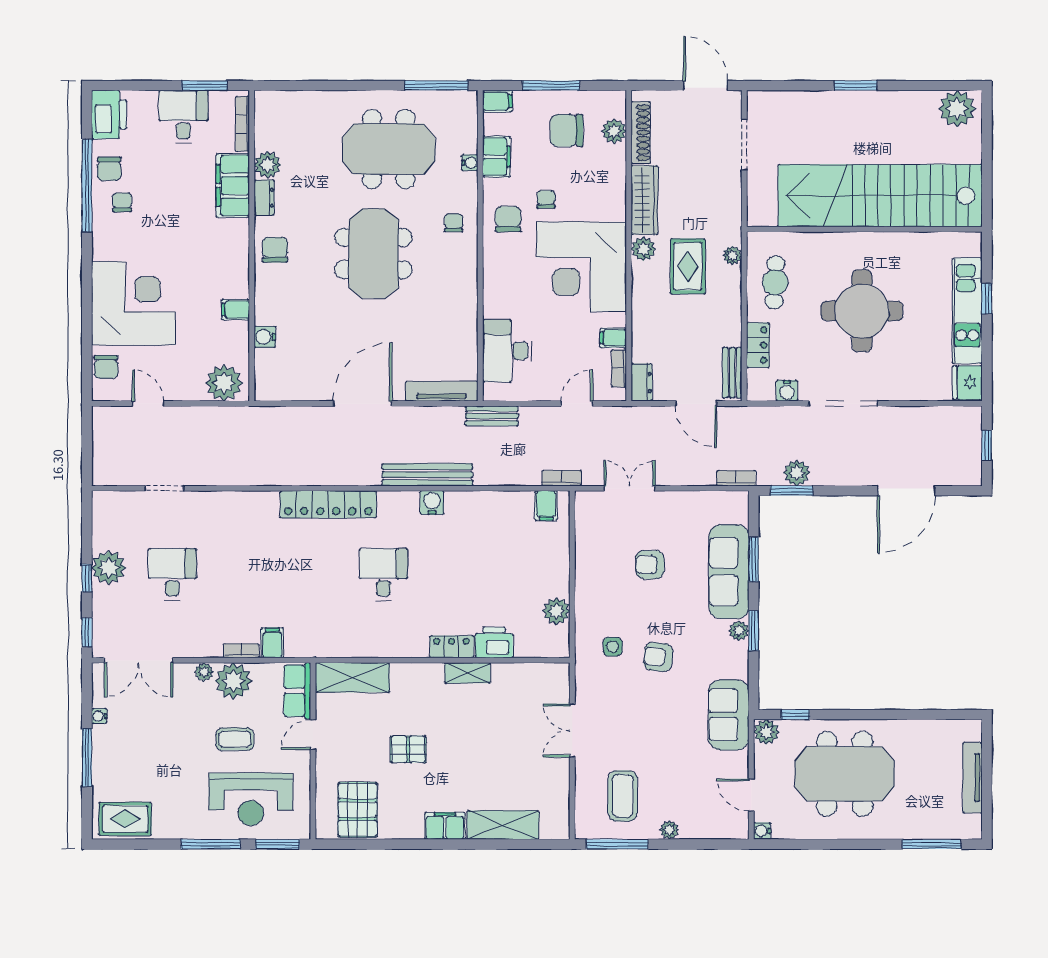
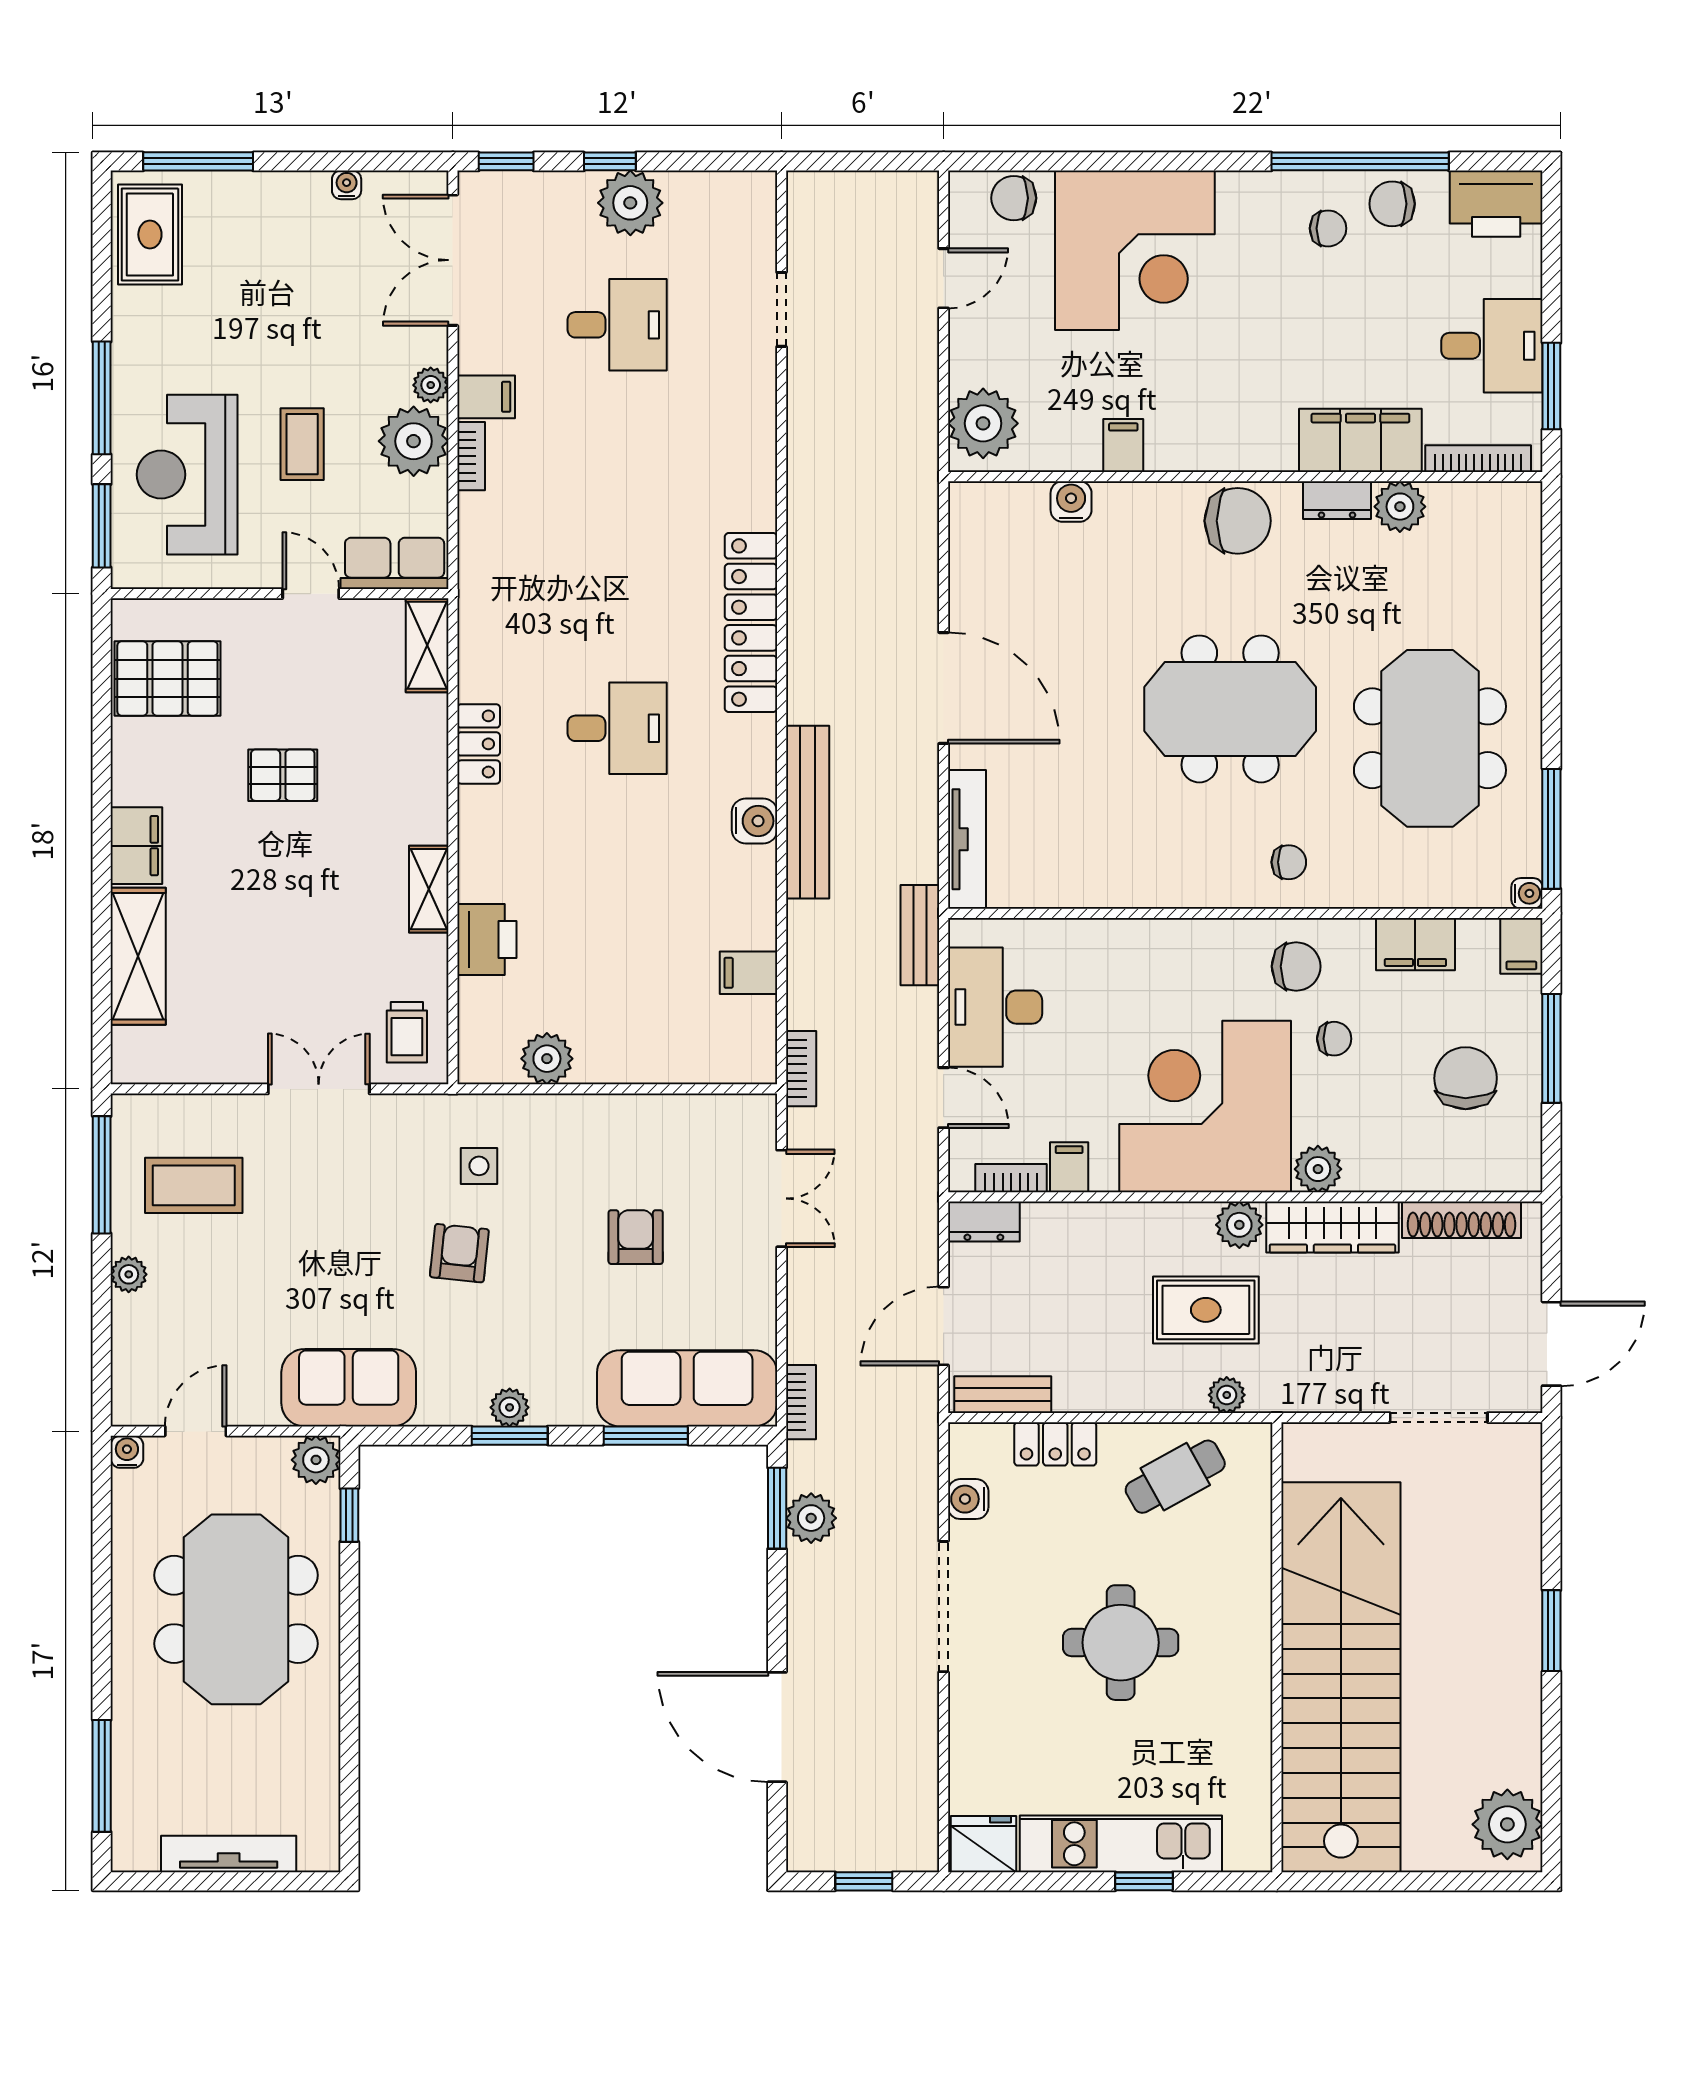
plant: (614, 131) -> (1318, 1169), moved
water cooler: (470, 163) -> (1527, 893), moved, turned -90
chair: (275, 250) -> (1238, 521), width x1.37, depth x1.37
cafe table: (775, 282) -> (1175, 1477), turned -32
round table: (862, 311) -> (1121, 1643), width x0.73, depth x0.73
desk: (507, 351) -> (995, 1007), moved, turned -90
filing cabinet: (546, 506) -> (749, 973), moved
sofa: (729, 572) -> (687, 1388), moved
filing cabinet: (272, 643) -> (486, 397), moved
locker: (452, 647) -> (479, 744), moved
shelving: (352, 677) -> (427, 645), width x0.67, depth x0.75
trolley: (543, 684) -> (407, 1032), added
pallet: (408, 749) -> (283, 775), turned 90
window: (87, 758) -> (198, 161), moved

